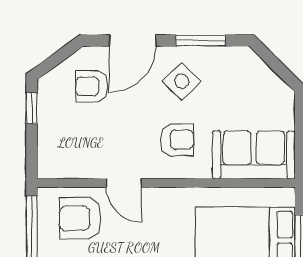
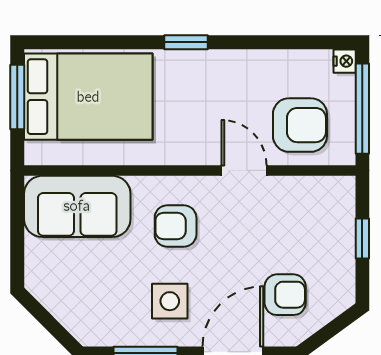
side table: (182, 81) -> (170, 301), turned 45
window: (32, 108) -> (362, 239), moved

